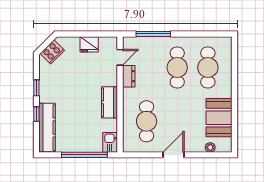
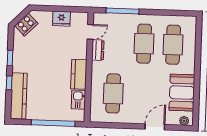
kitchen sink: (110, 142) -> (78, 100), moved
plant: (210, 147) -> (184, 121), moved
door: (173, 155) -> (155, 127), moved

